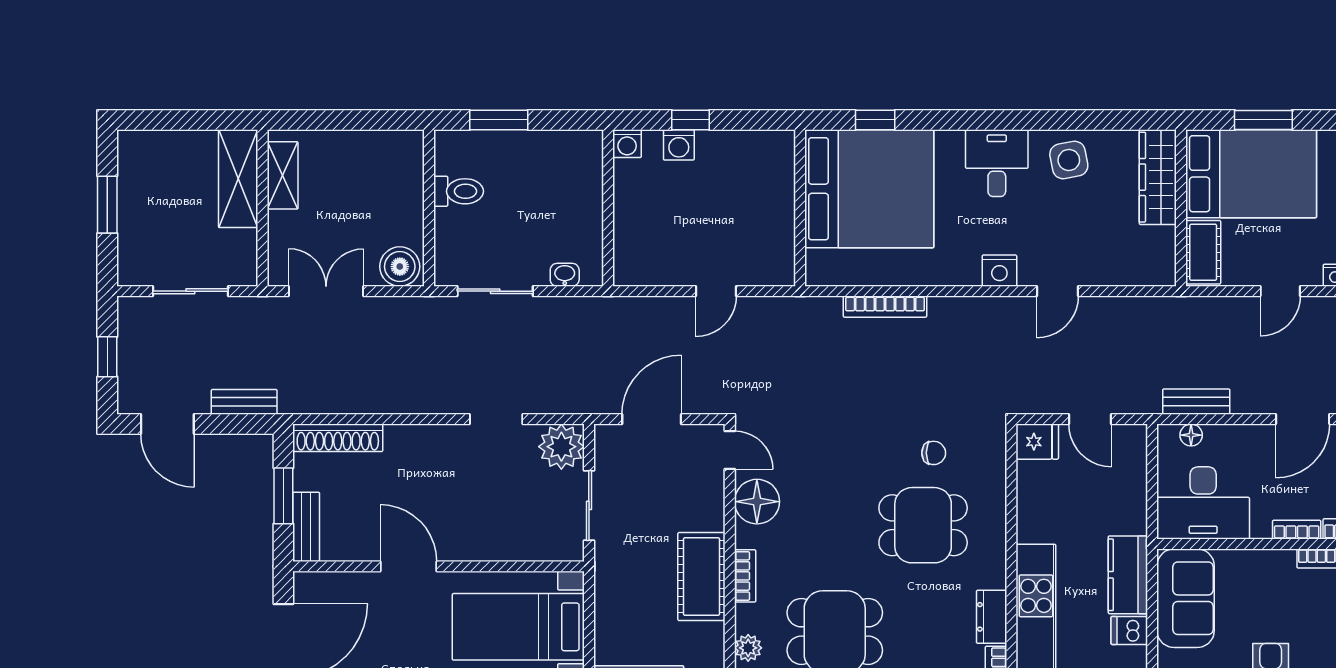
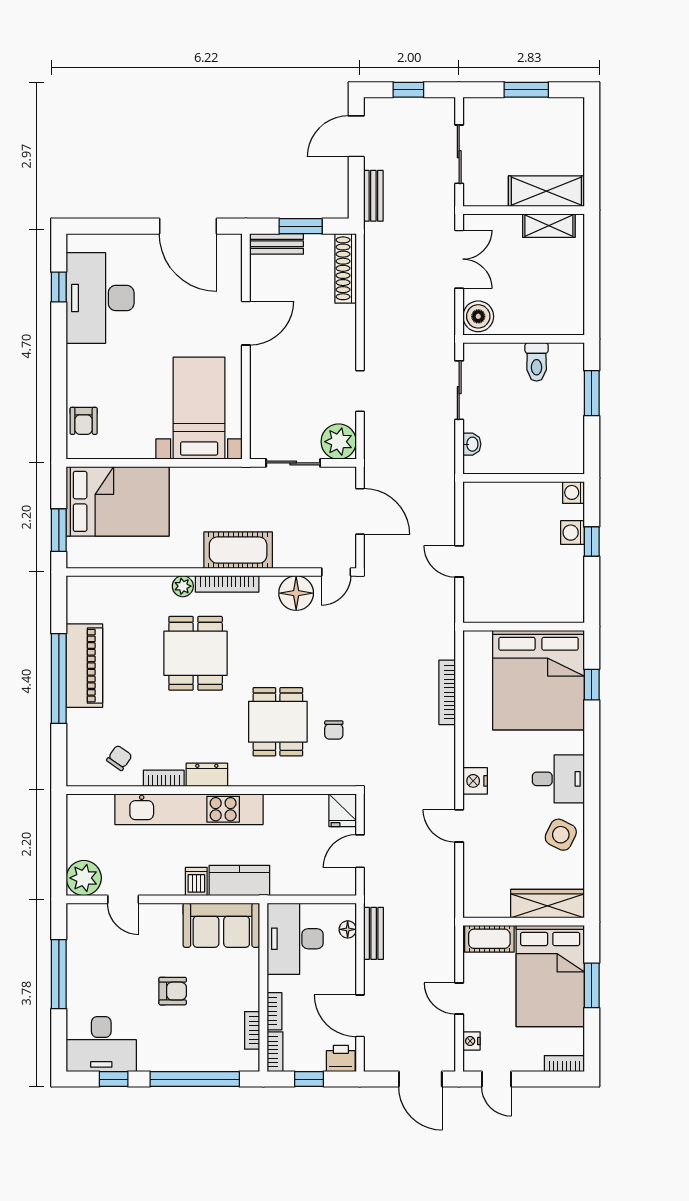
side table: (1069, 160) -> (561, 835), turned 37
bookcase: (745, 576) -> (227, 584), width x1.56

